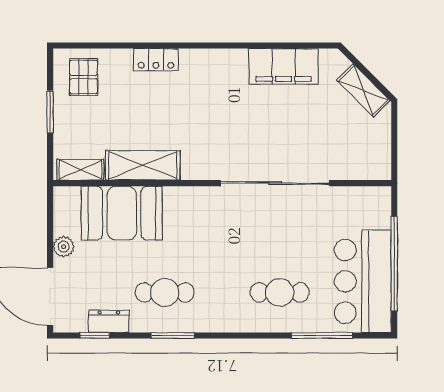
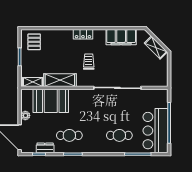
locker: (156, 60) -> (83, 34), moved
trolley: (209, 123) -> (89, 62), added

